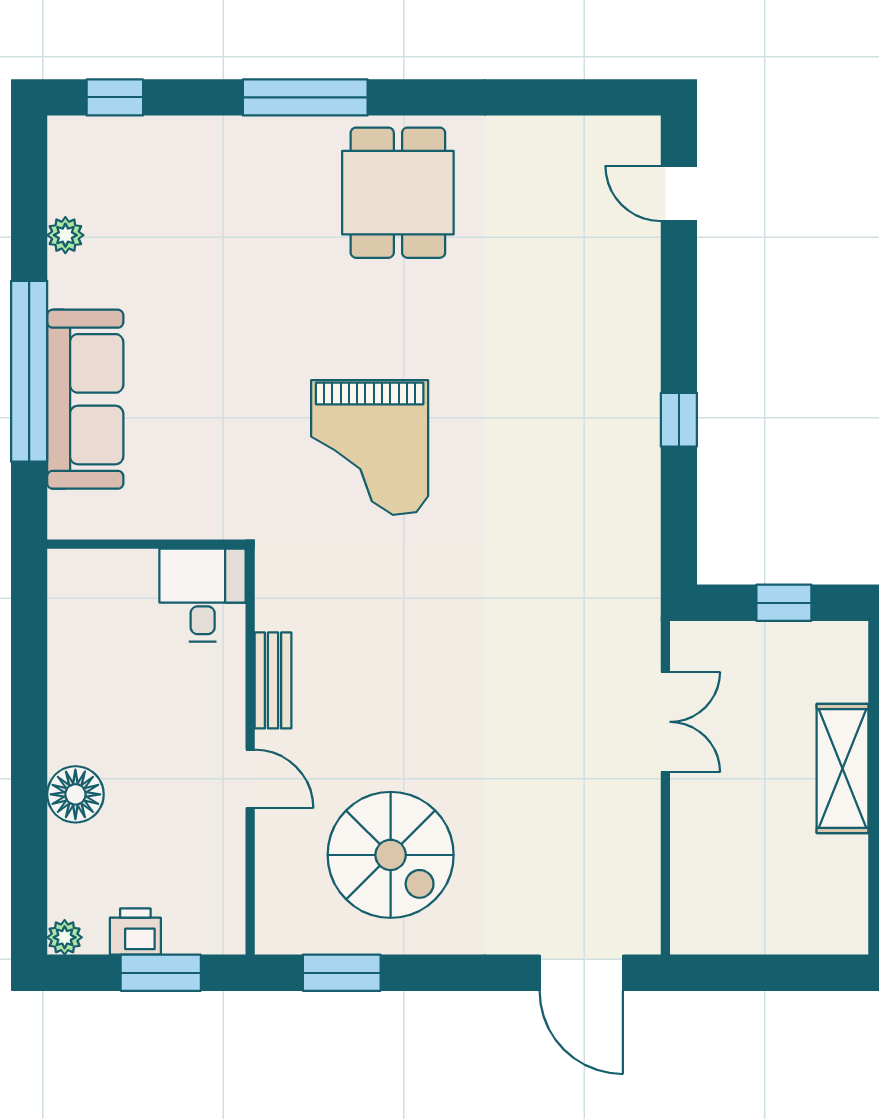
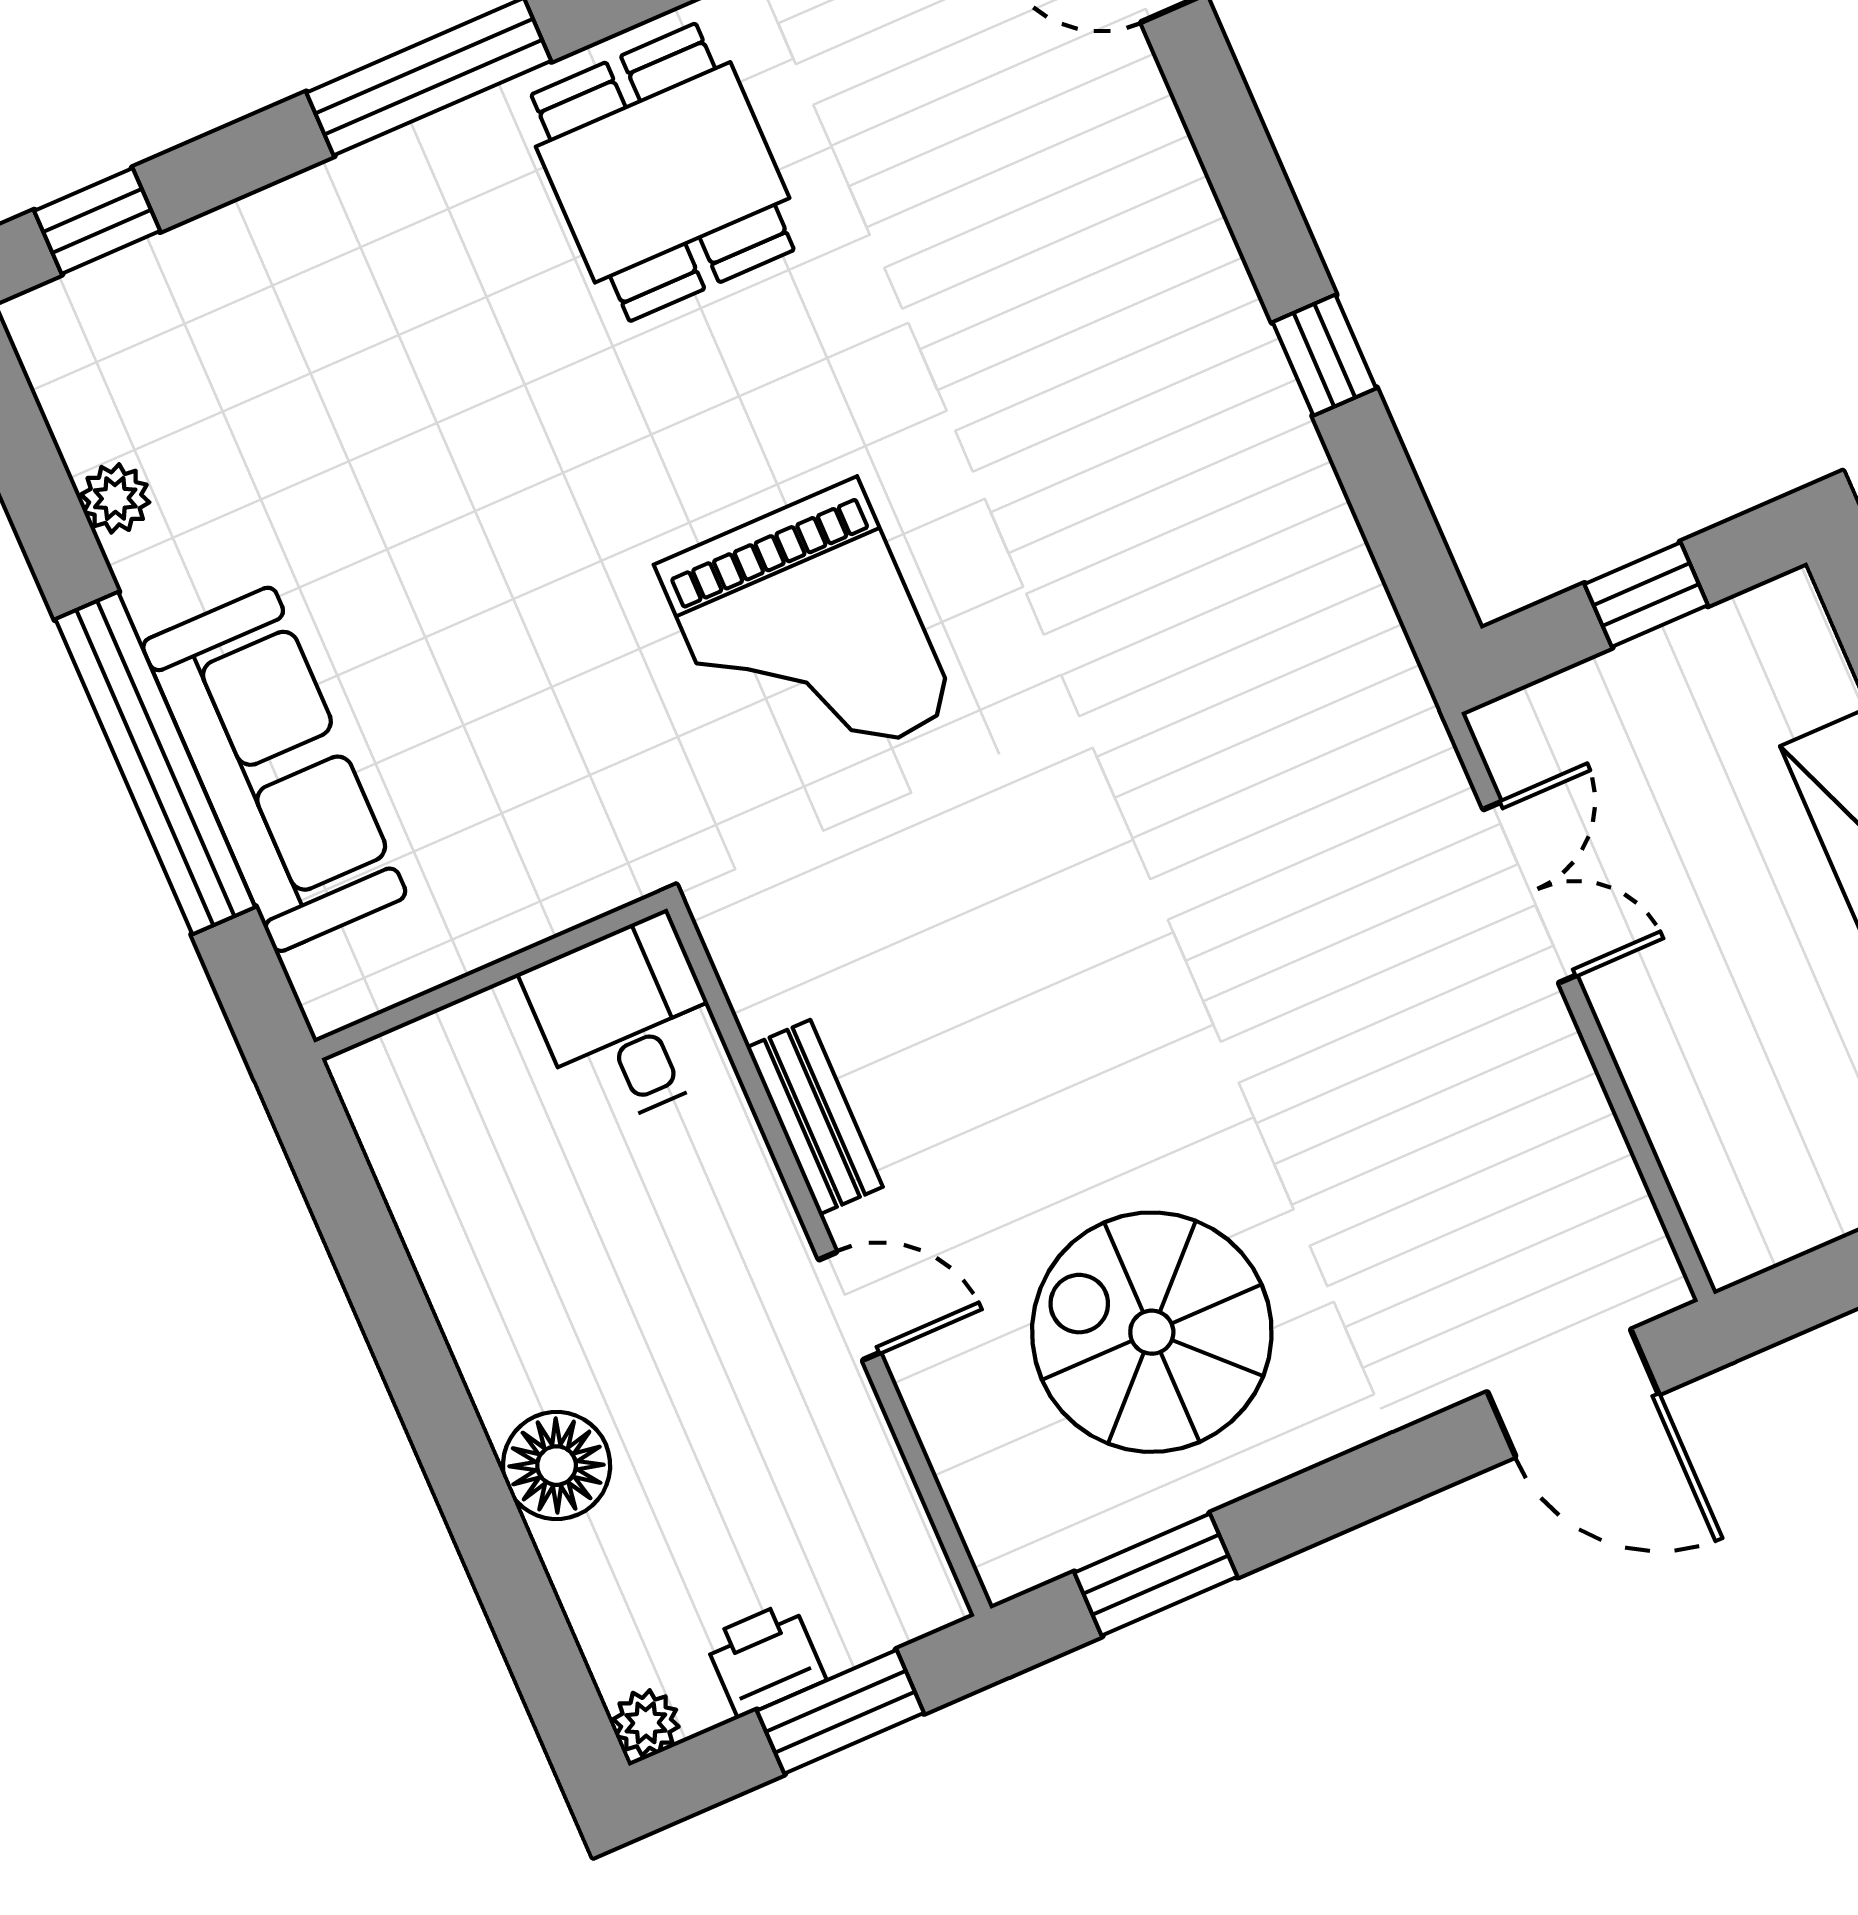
spiral stairs: (391, 855) -> (1152, 1332), turned 180

